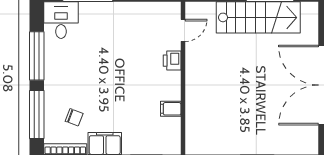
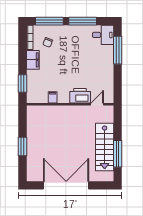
door: (183, 30) -> (97, 104), swing flipped
printer: (172, 61) -> (80, 96), width x1.87, depth x1.48

